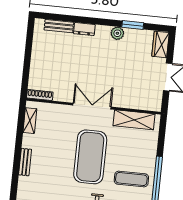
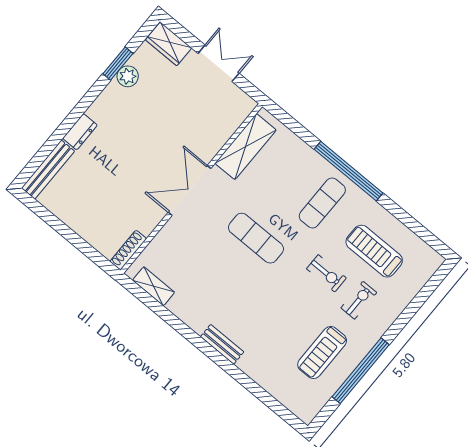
bench: (59, 26) -> (48, 170), width x1.36
plant: (117, 33) -> (128, 76), moved
exercise mat: (90, 157) -> (256, 238), width x0.50, depth x0.69
bench: (25, 162) -> (222, 344), moved

